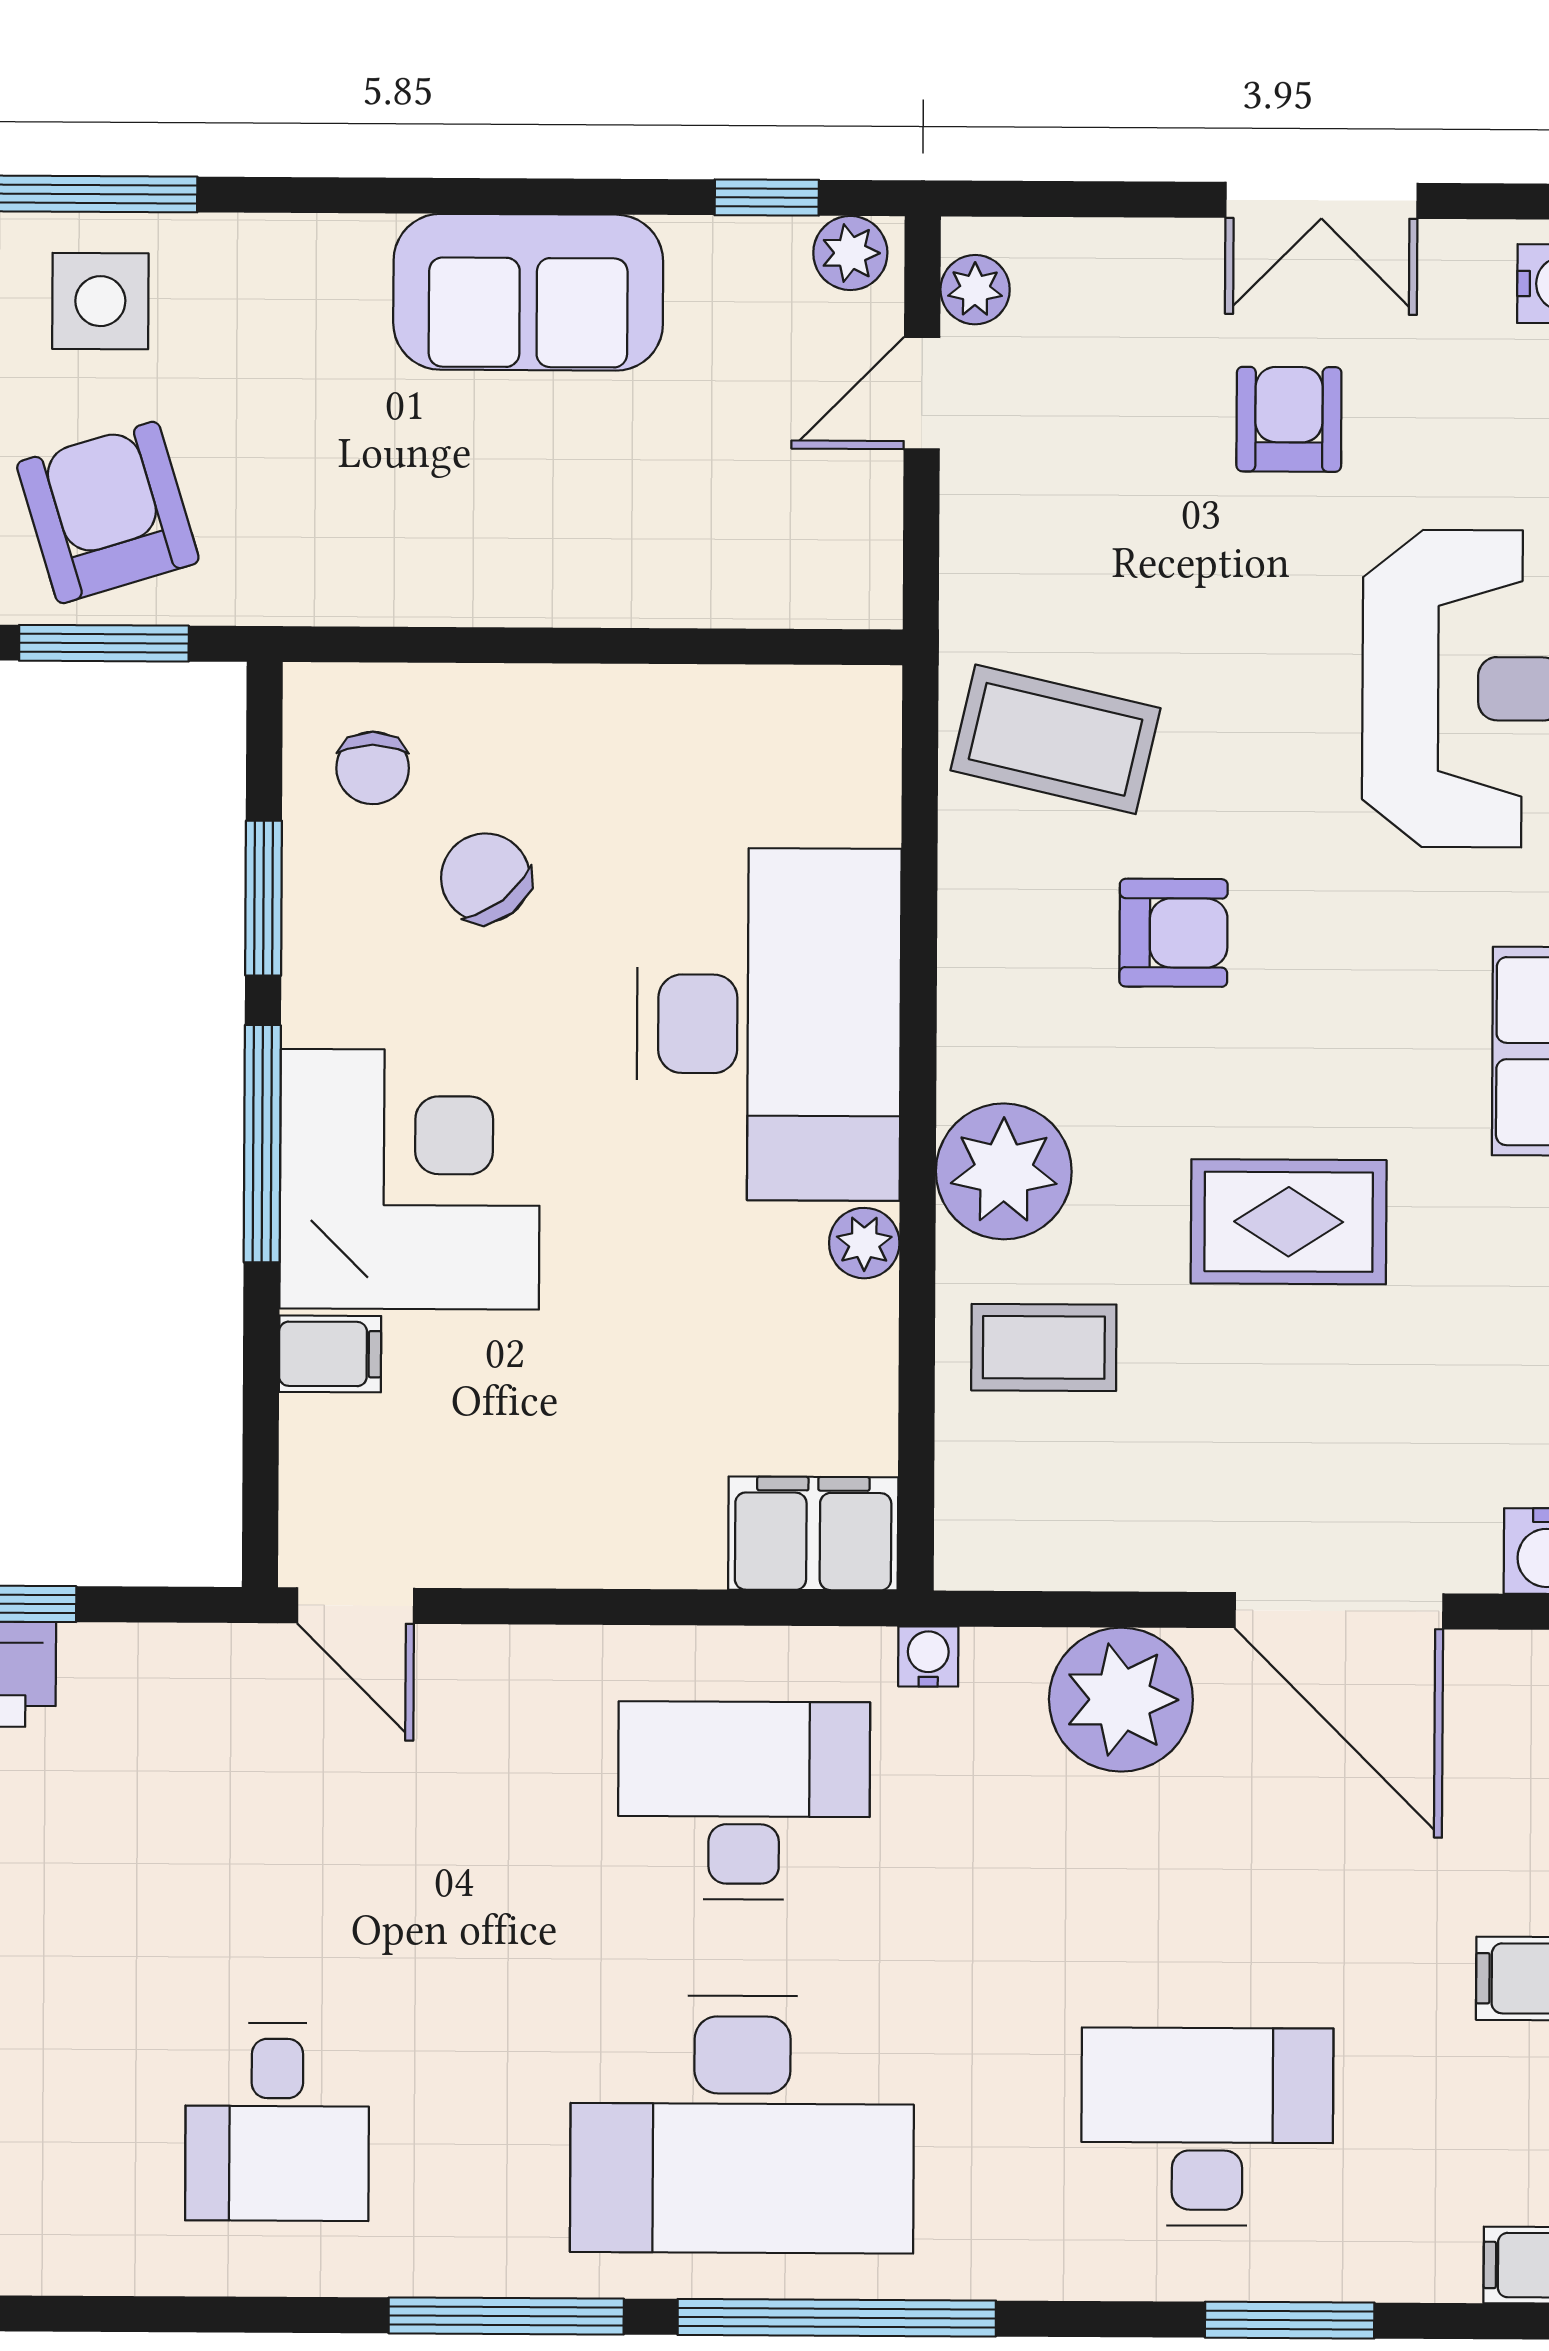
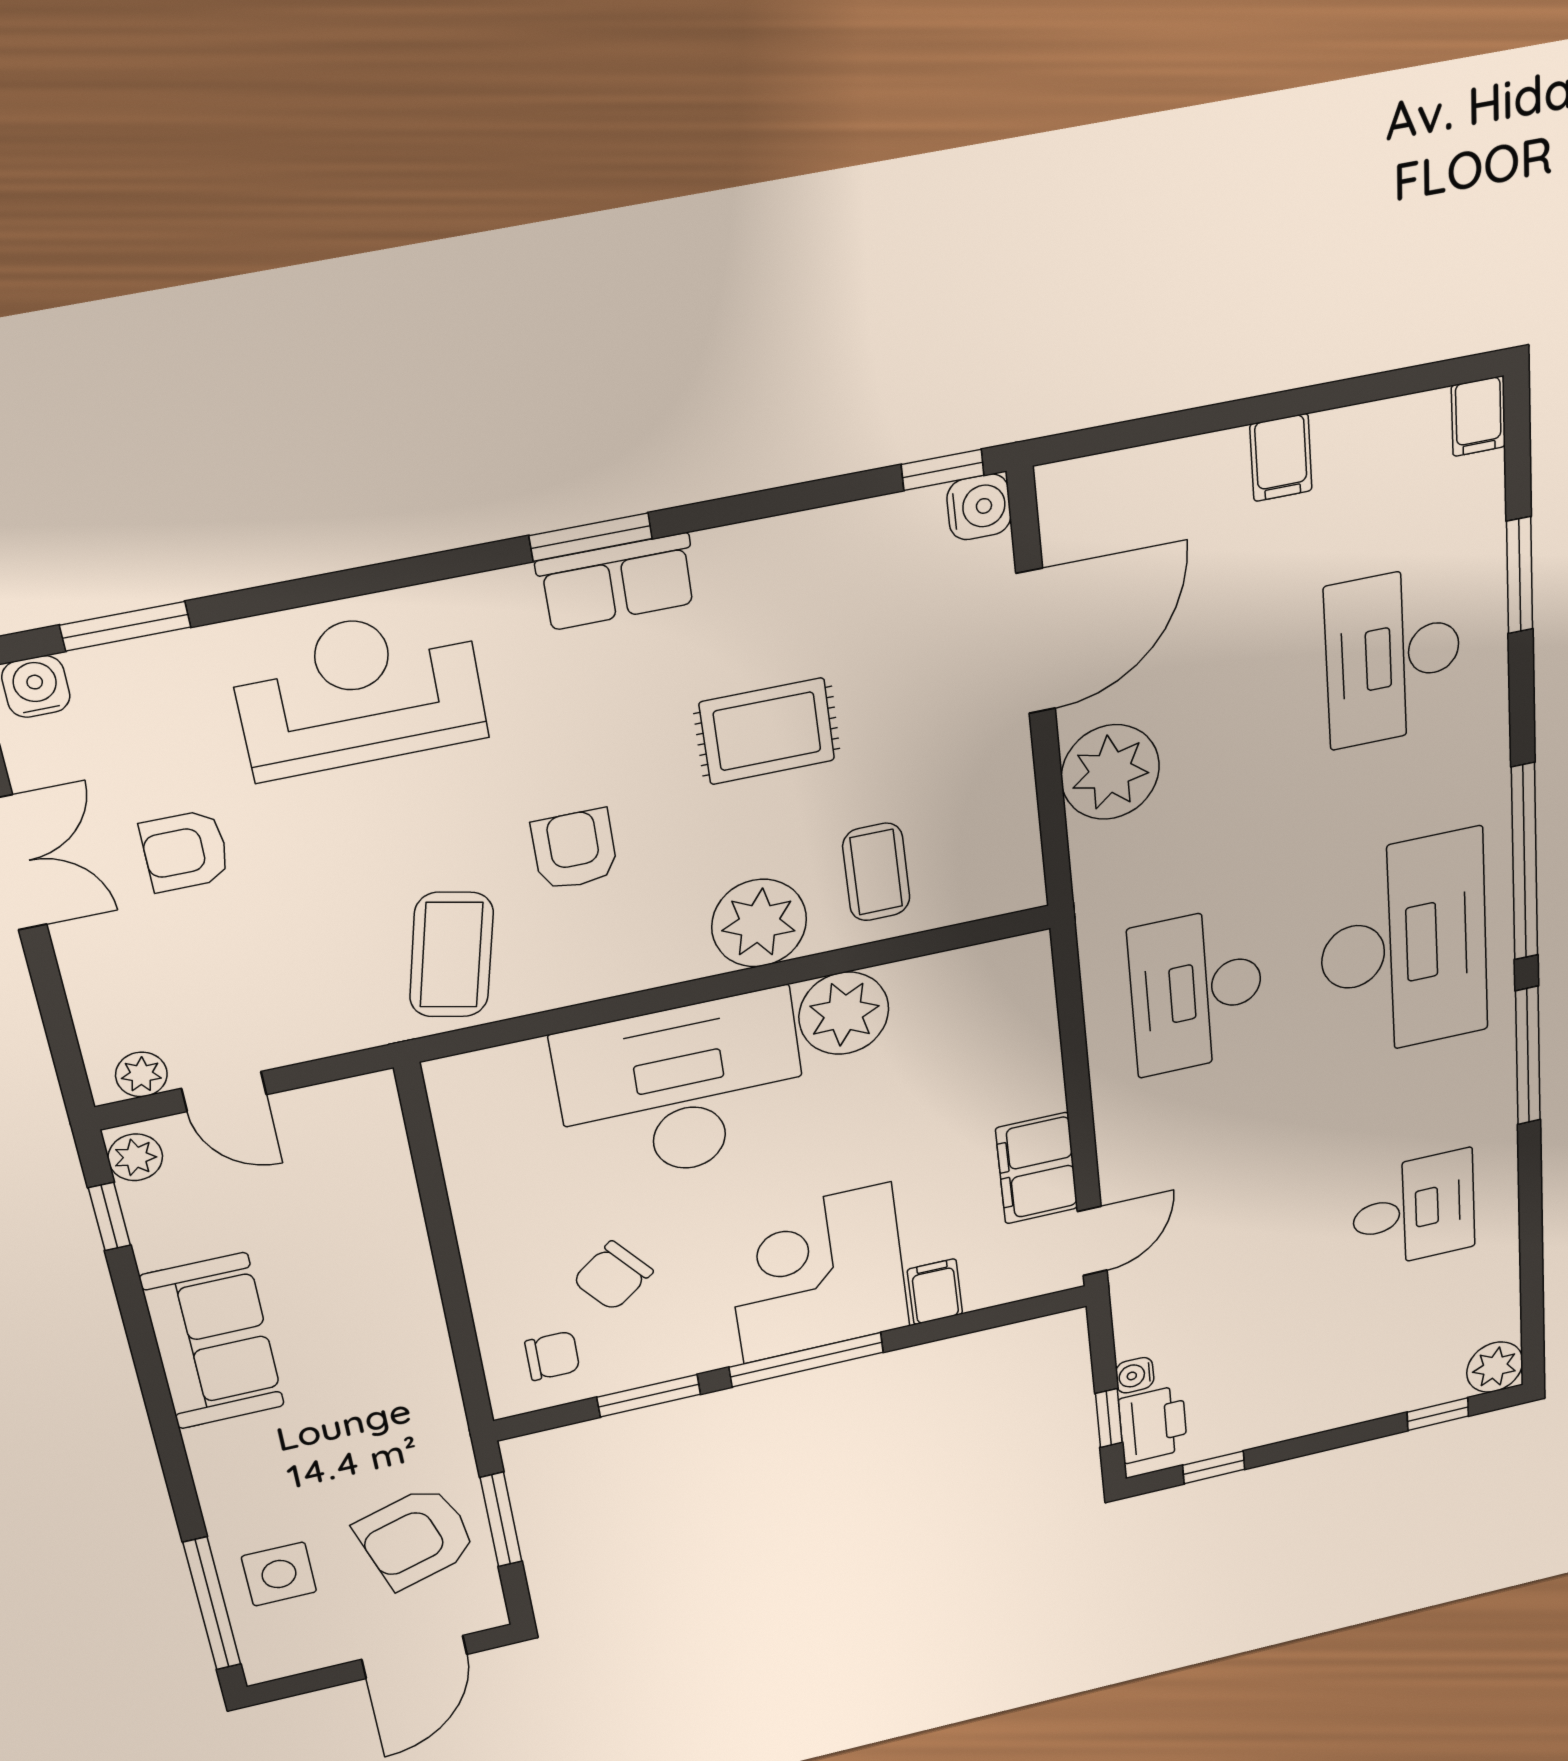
rug: (1289, 1222) -> (767, 731), turned 90
plant: (864, 1243) -> (844, 1013), width x1.87, depth x1.87
filing cabinet: (813, 1533) -> (1037, 1168), moved
water cooler: (928, 1657) -> (1135, 1375), moved

